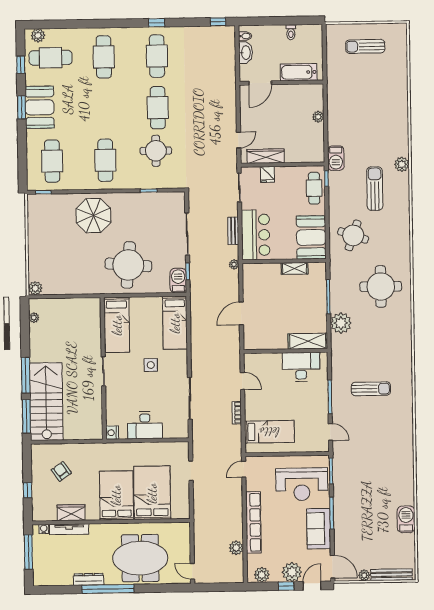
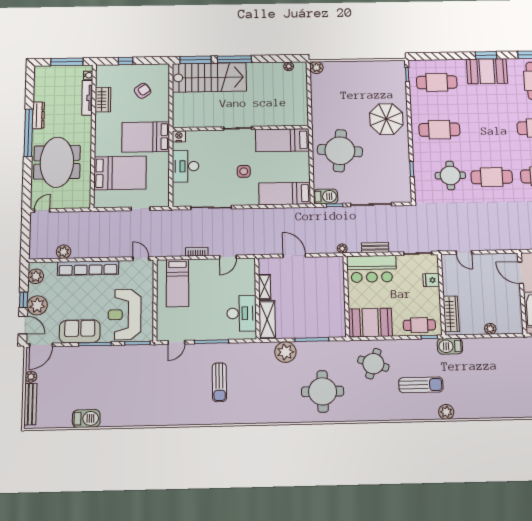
wardrobe: (266, 156) -> (451, 314), moved
shelving: (295, 268) -> (265, 287), moved
bed: (116, 495) -> (146, 137), moved, turned 180

